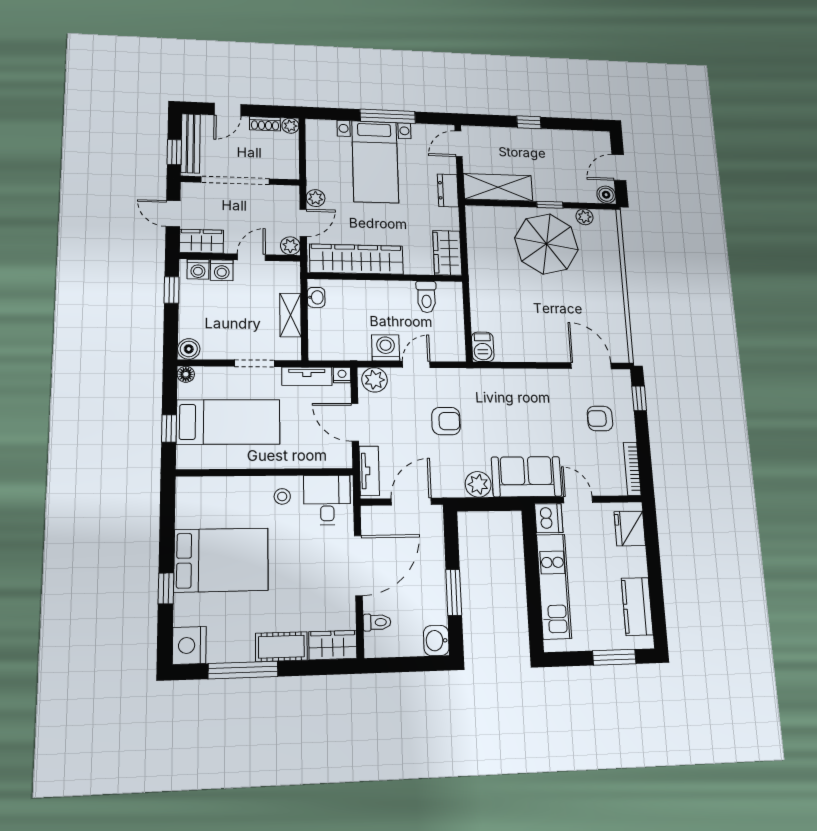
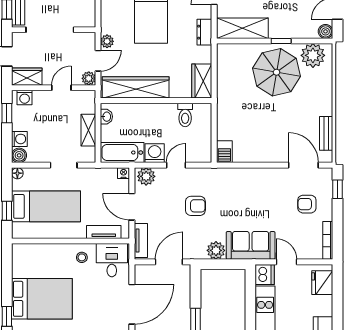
plant: (585, 217) -> (313, 55), width x1.88, depth x1.88
washing machine: (222, 270) -> (19, 139), moved, turned -90
bench: (618, 324) -> (326, 133), added
bathtub: (339, 346) -> (122, 153), added
tv unit: (307, 376) -> (104, 232), moved, turned 180

